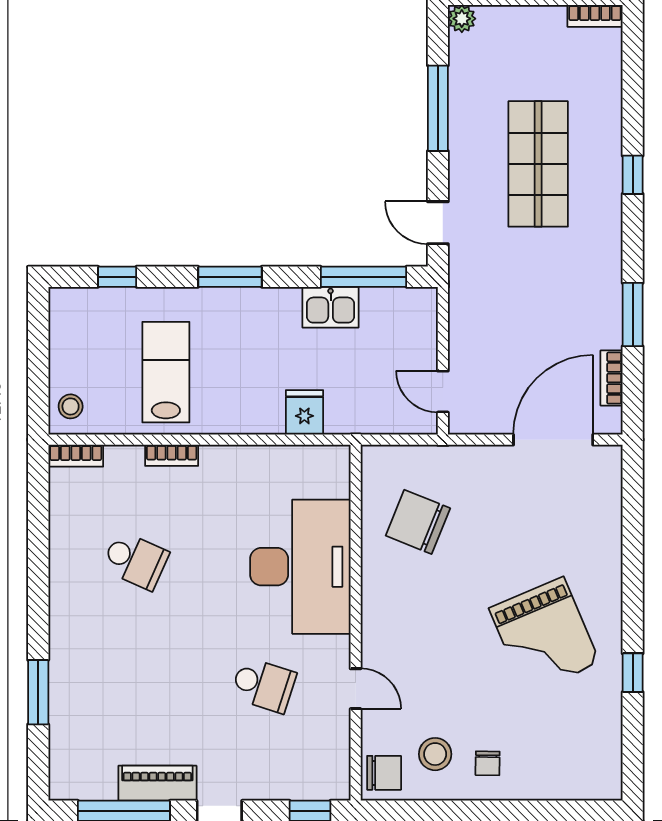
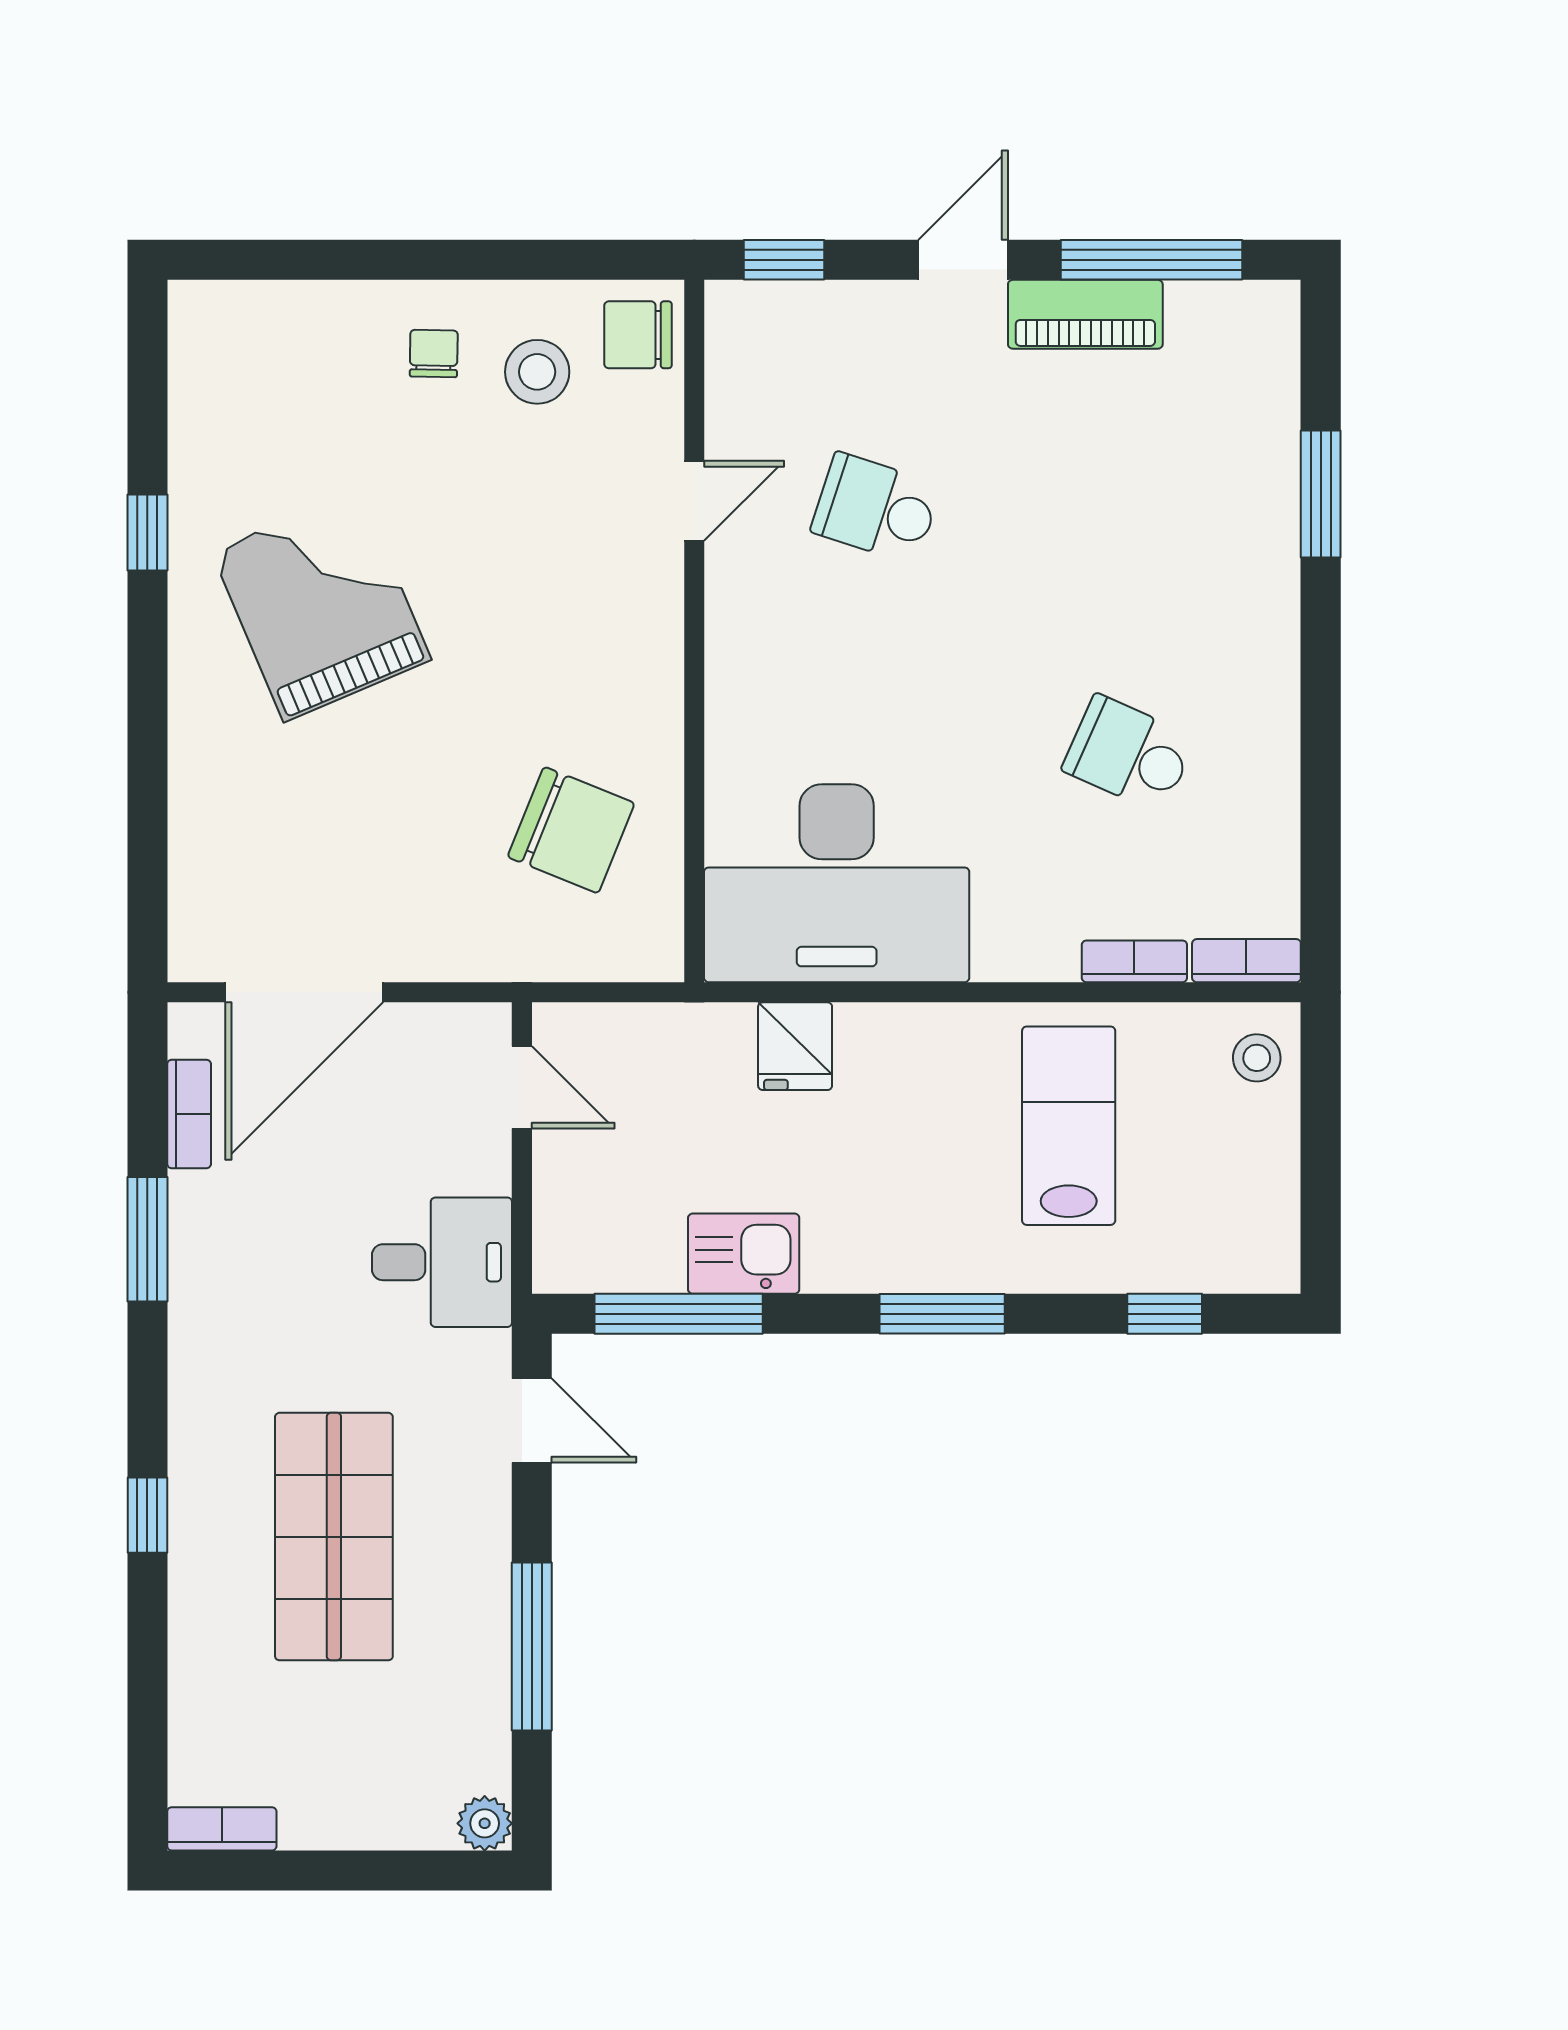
desk: (483, 303) -> (442, 1262), added
lab bench: (166, 372) -> (1069, 1126), turned 180
bookcase: (172, 455) -> (1134, 961), moved
desk: (300, 567) -> (837, 883), moved, turned -90
door: (356, 689) -> (694, 501), swing flipped

